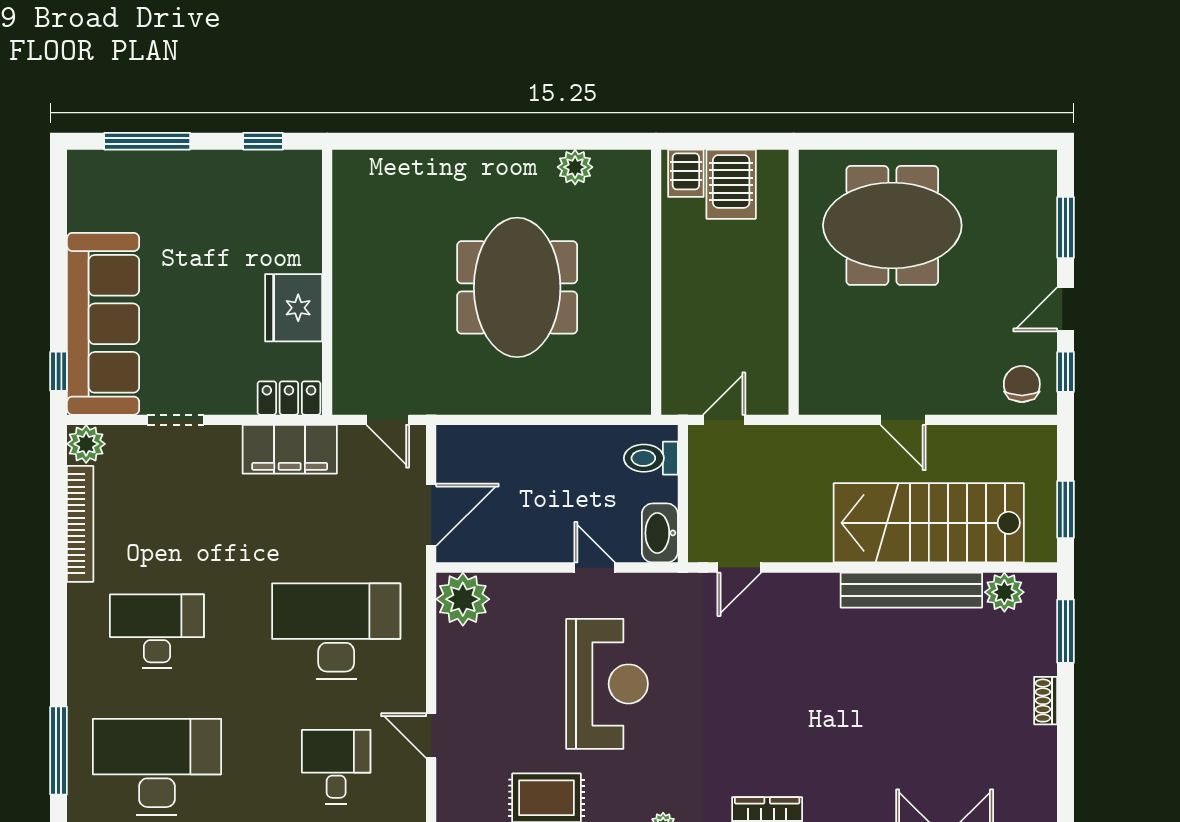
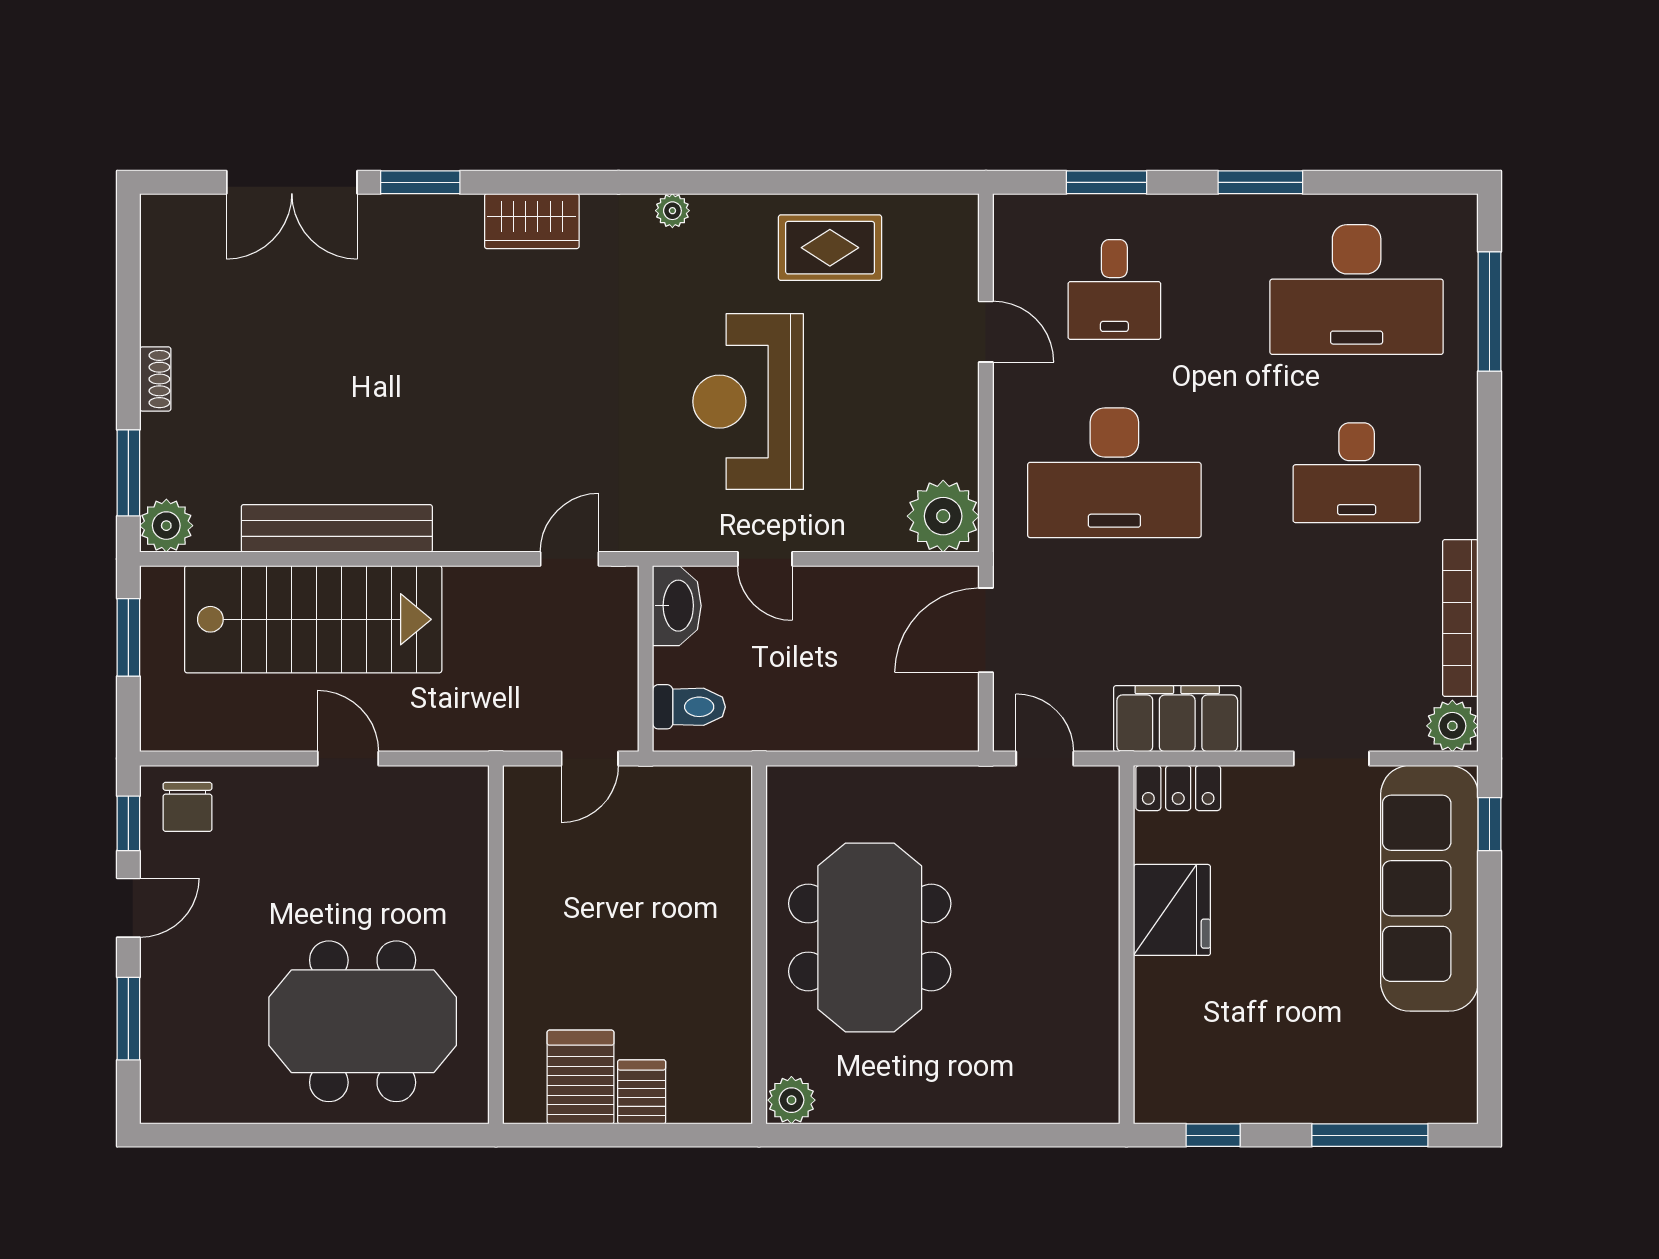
wall: (656, 282) -> (759, 945), moved
plant: (1004, 592) -> (166, 526), moved

